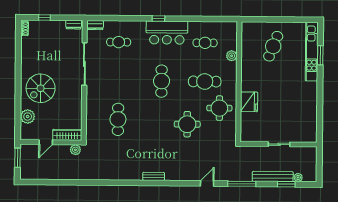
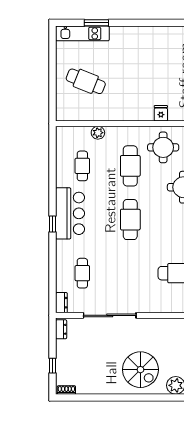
kitchen unit: (312, 52) -> (82, 33), width x0.73
cafe table: (162, 81) -> (130, 220), turned 90
fridge: (249, 102) -> (161, 113), width x0.53, depth x0.75

